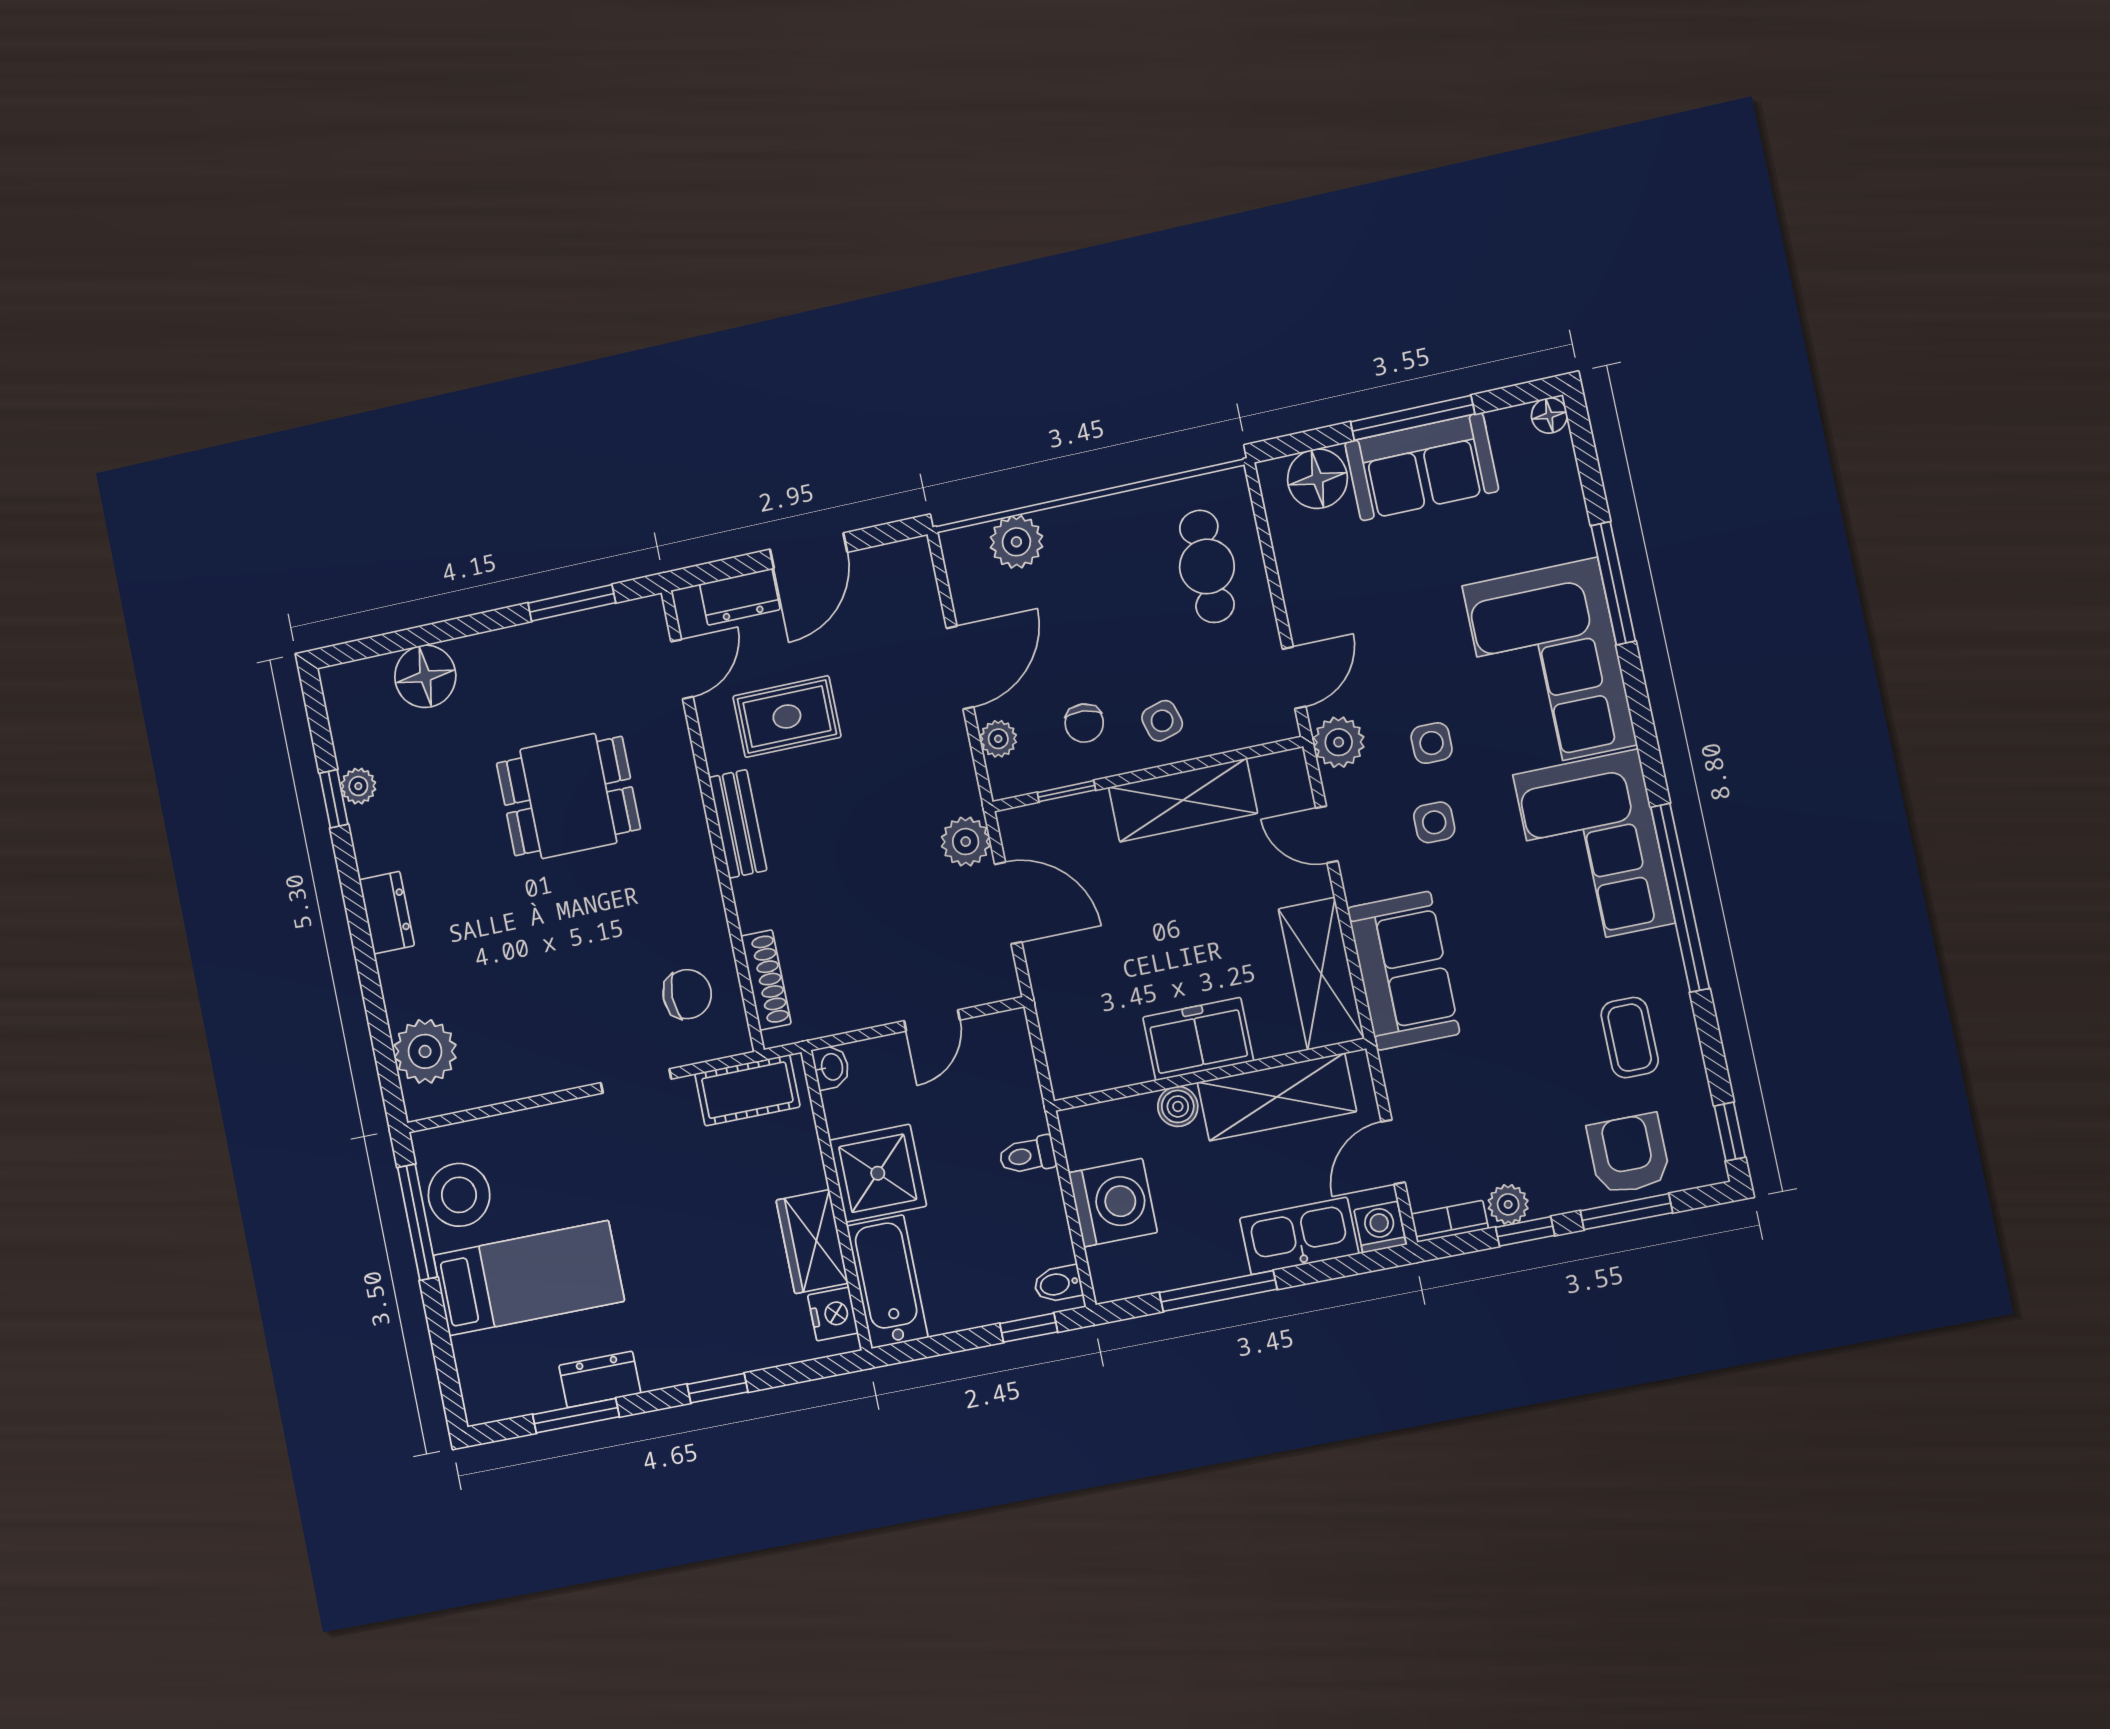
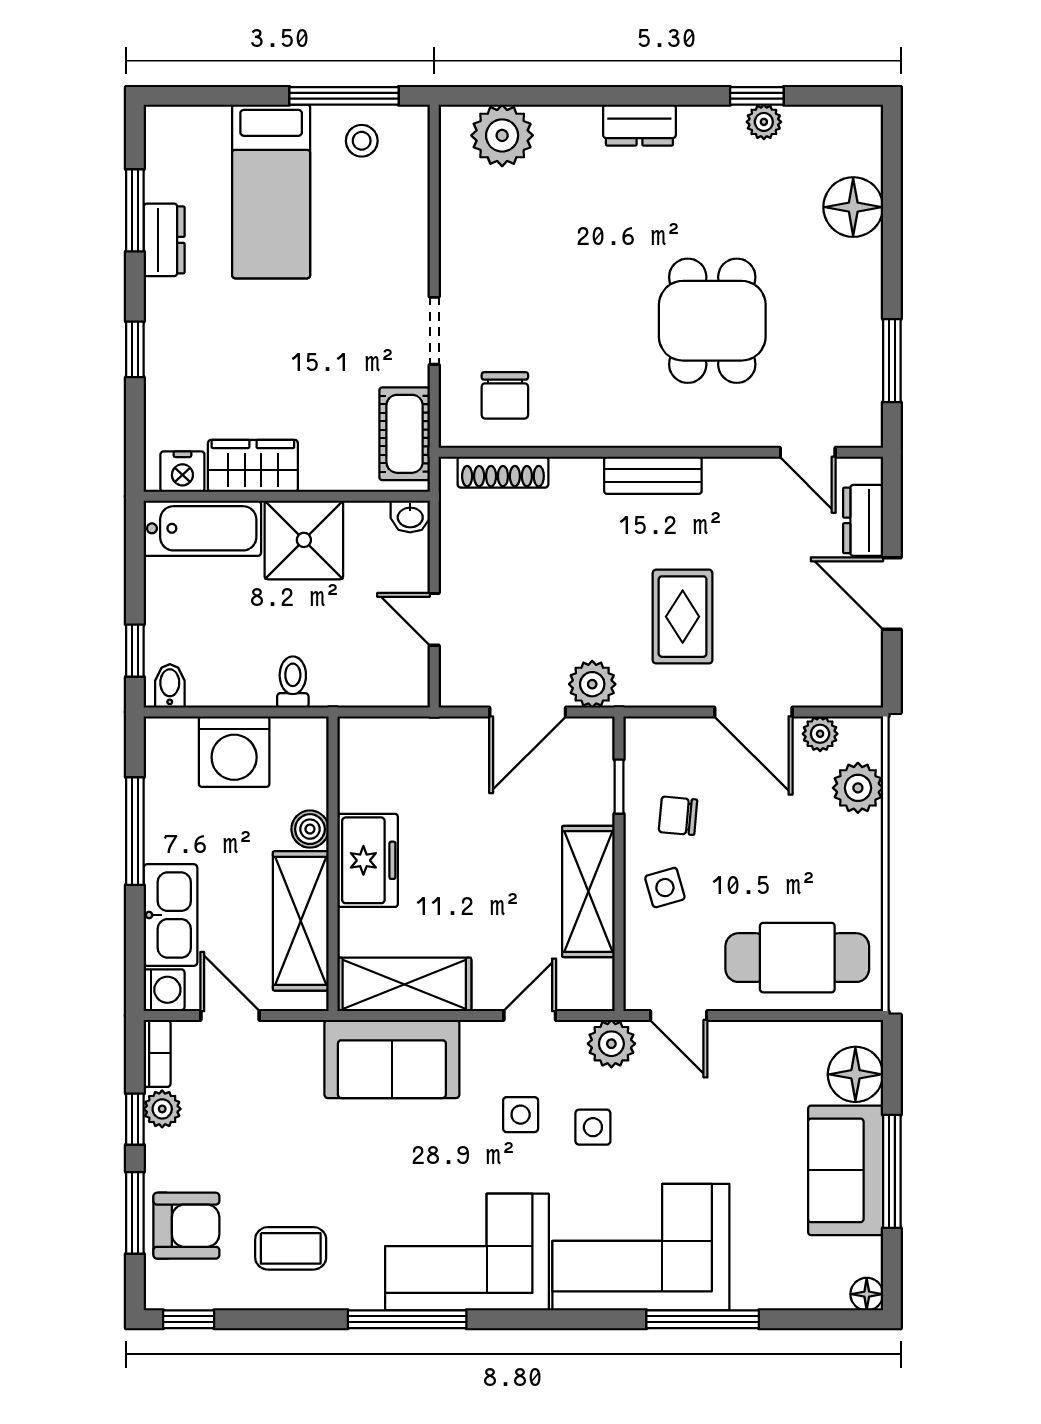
cafe table: (1207, 566) -> (797, 958), width x1.37, depth x1.35
rug: (787, 717) -> (683, 617), moved
plant: (998, 739) -> (820, 734), moved
window: (1680, 898) -> (407, 1319), width x0.68
stool: (459, 1195) -> (362, 141), width x0.53, depth x0.53

